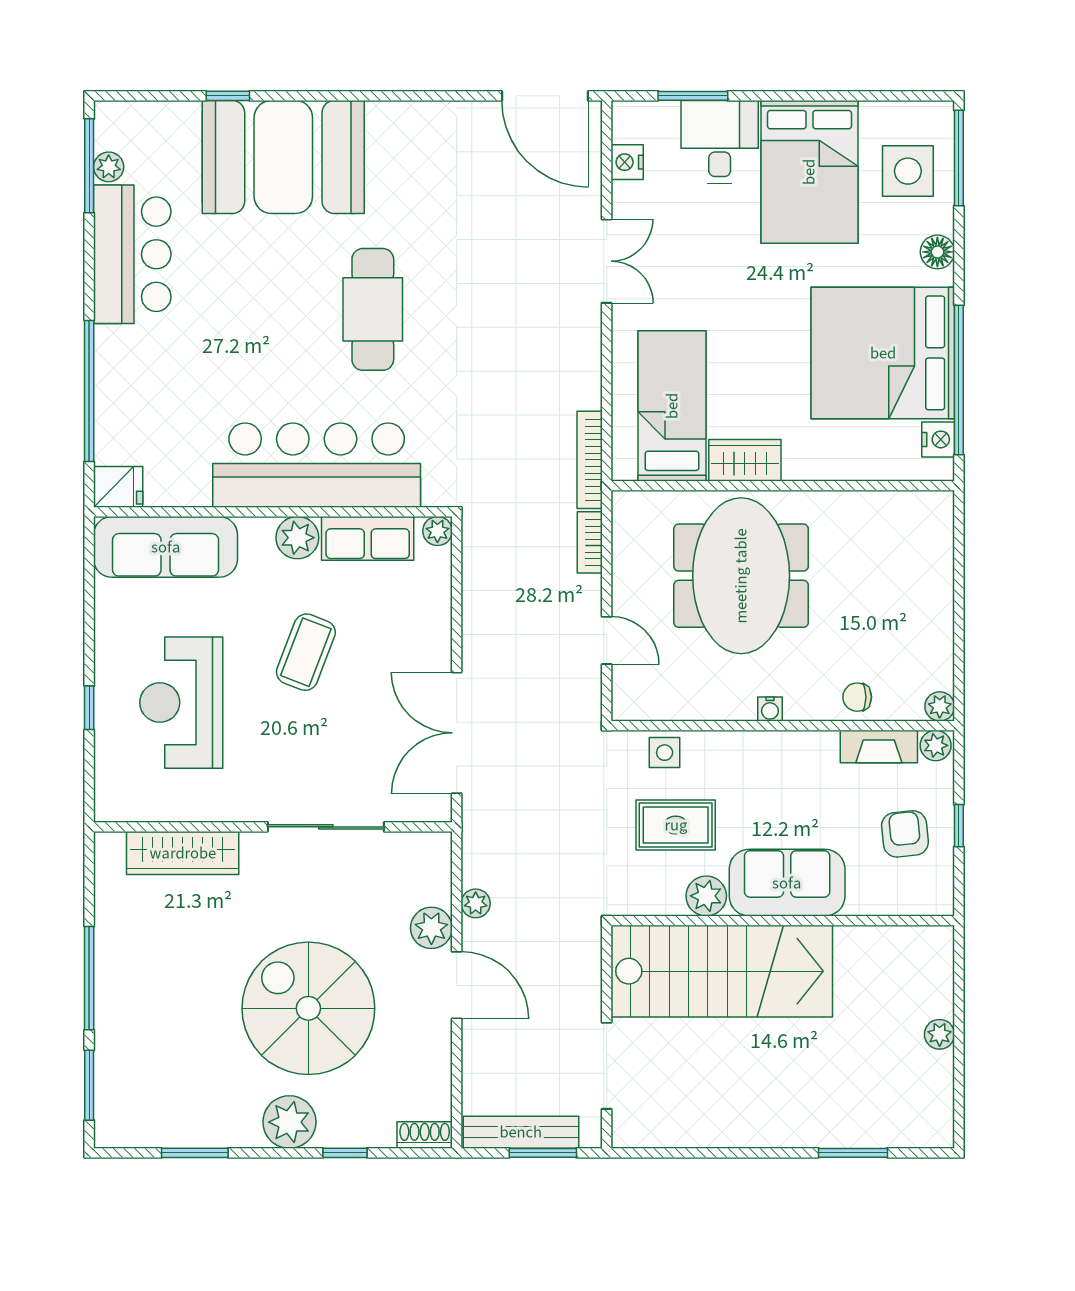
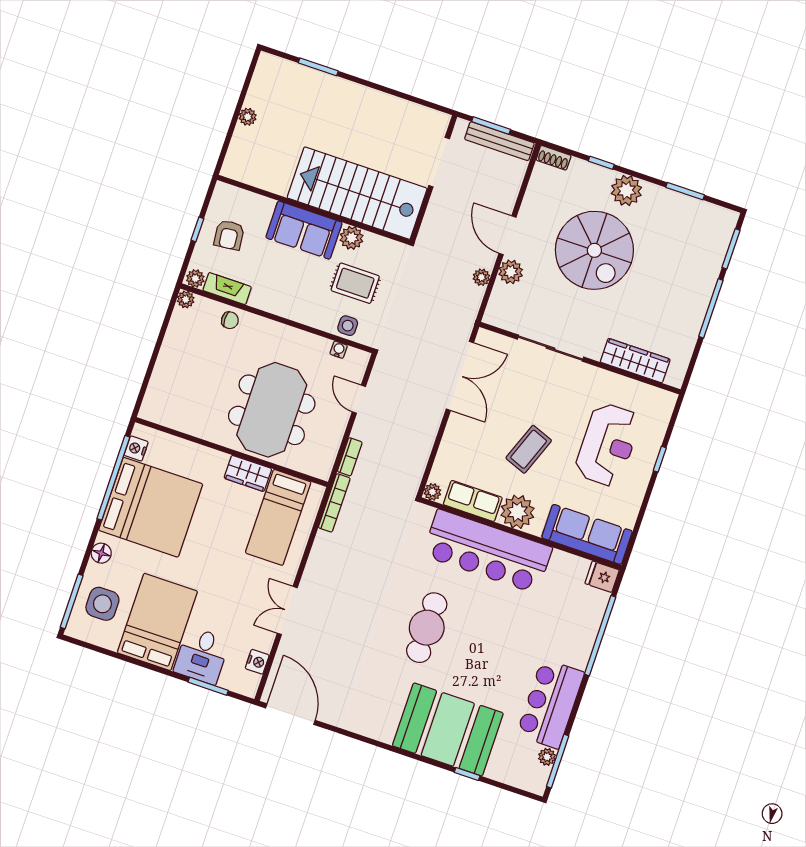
plant: (297, 538) -> (518, 512), width x1.36, depth x1.36
water cooler: (770, 709) -> (339, 350), moved

